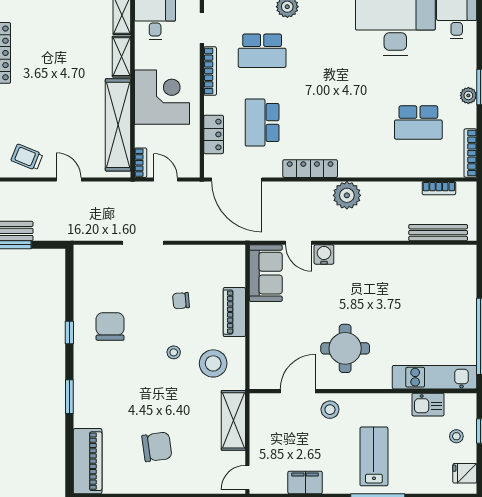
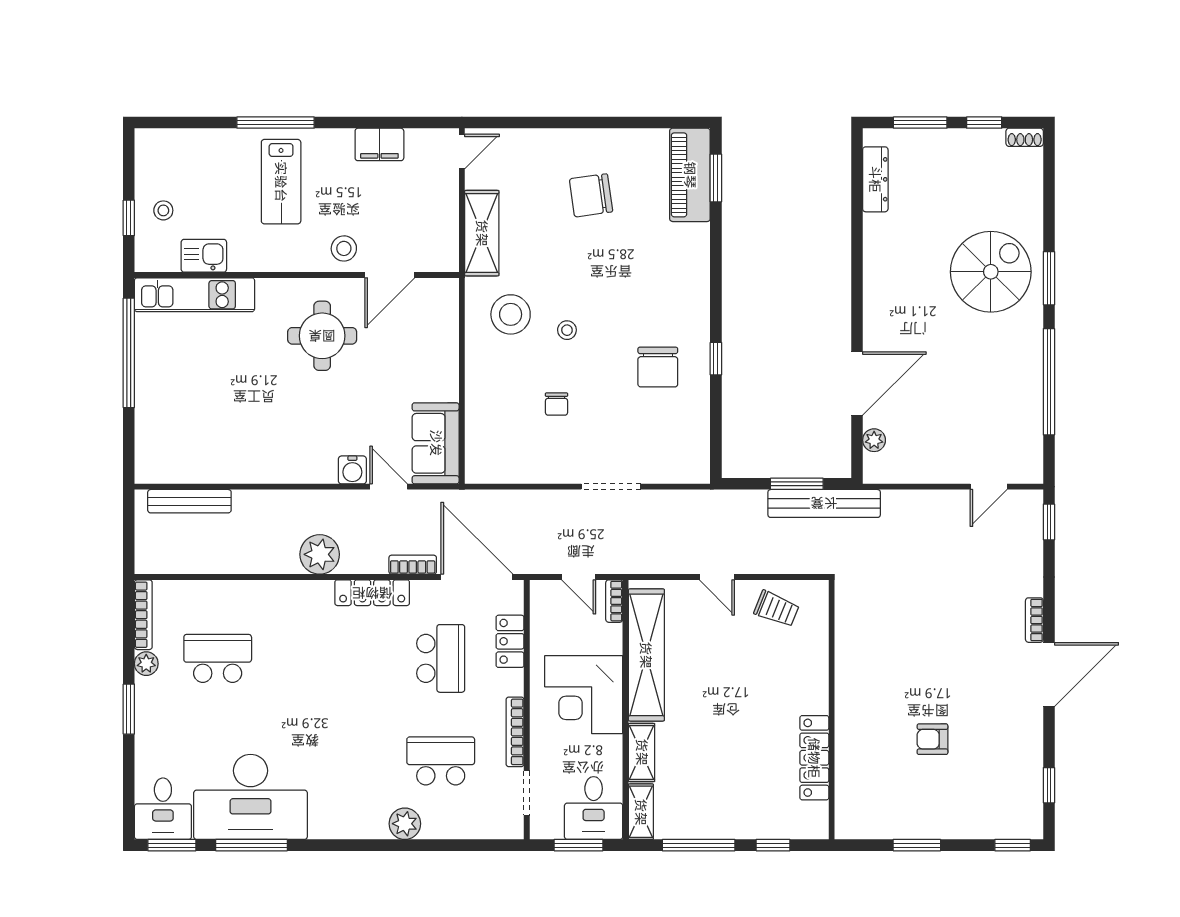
plant: (468, 95) -> (146, 664), moved
bookcase: (439, 188) -> (413, 565), moved
chair: (181, 301) -> (557, 404), turned 95
piano: (234, 312) -> (480, 388), removed
window: (69, 397) -> (716, 178), moved
fridge: (465, 473) -> (151, 158), removed

